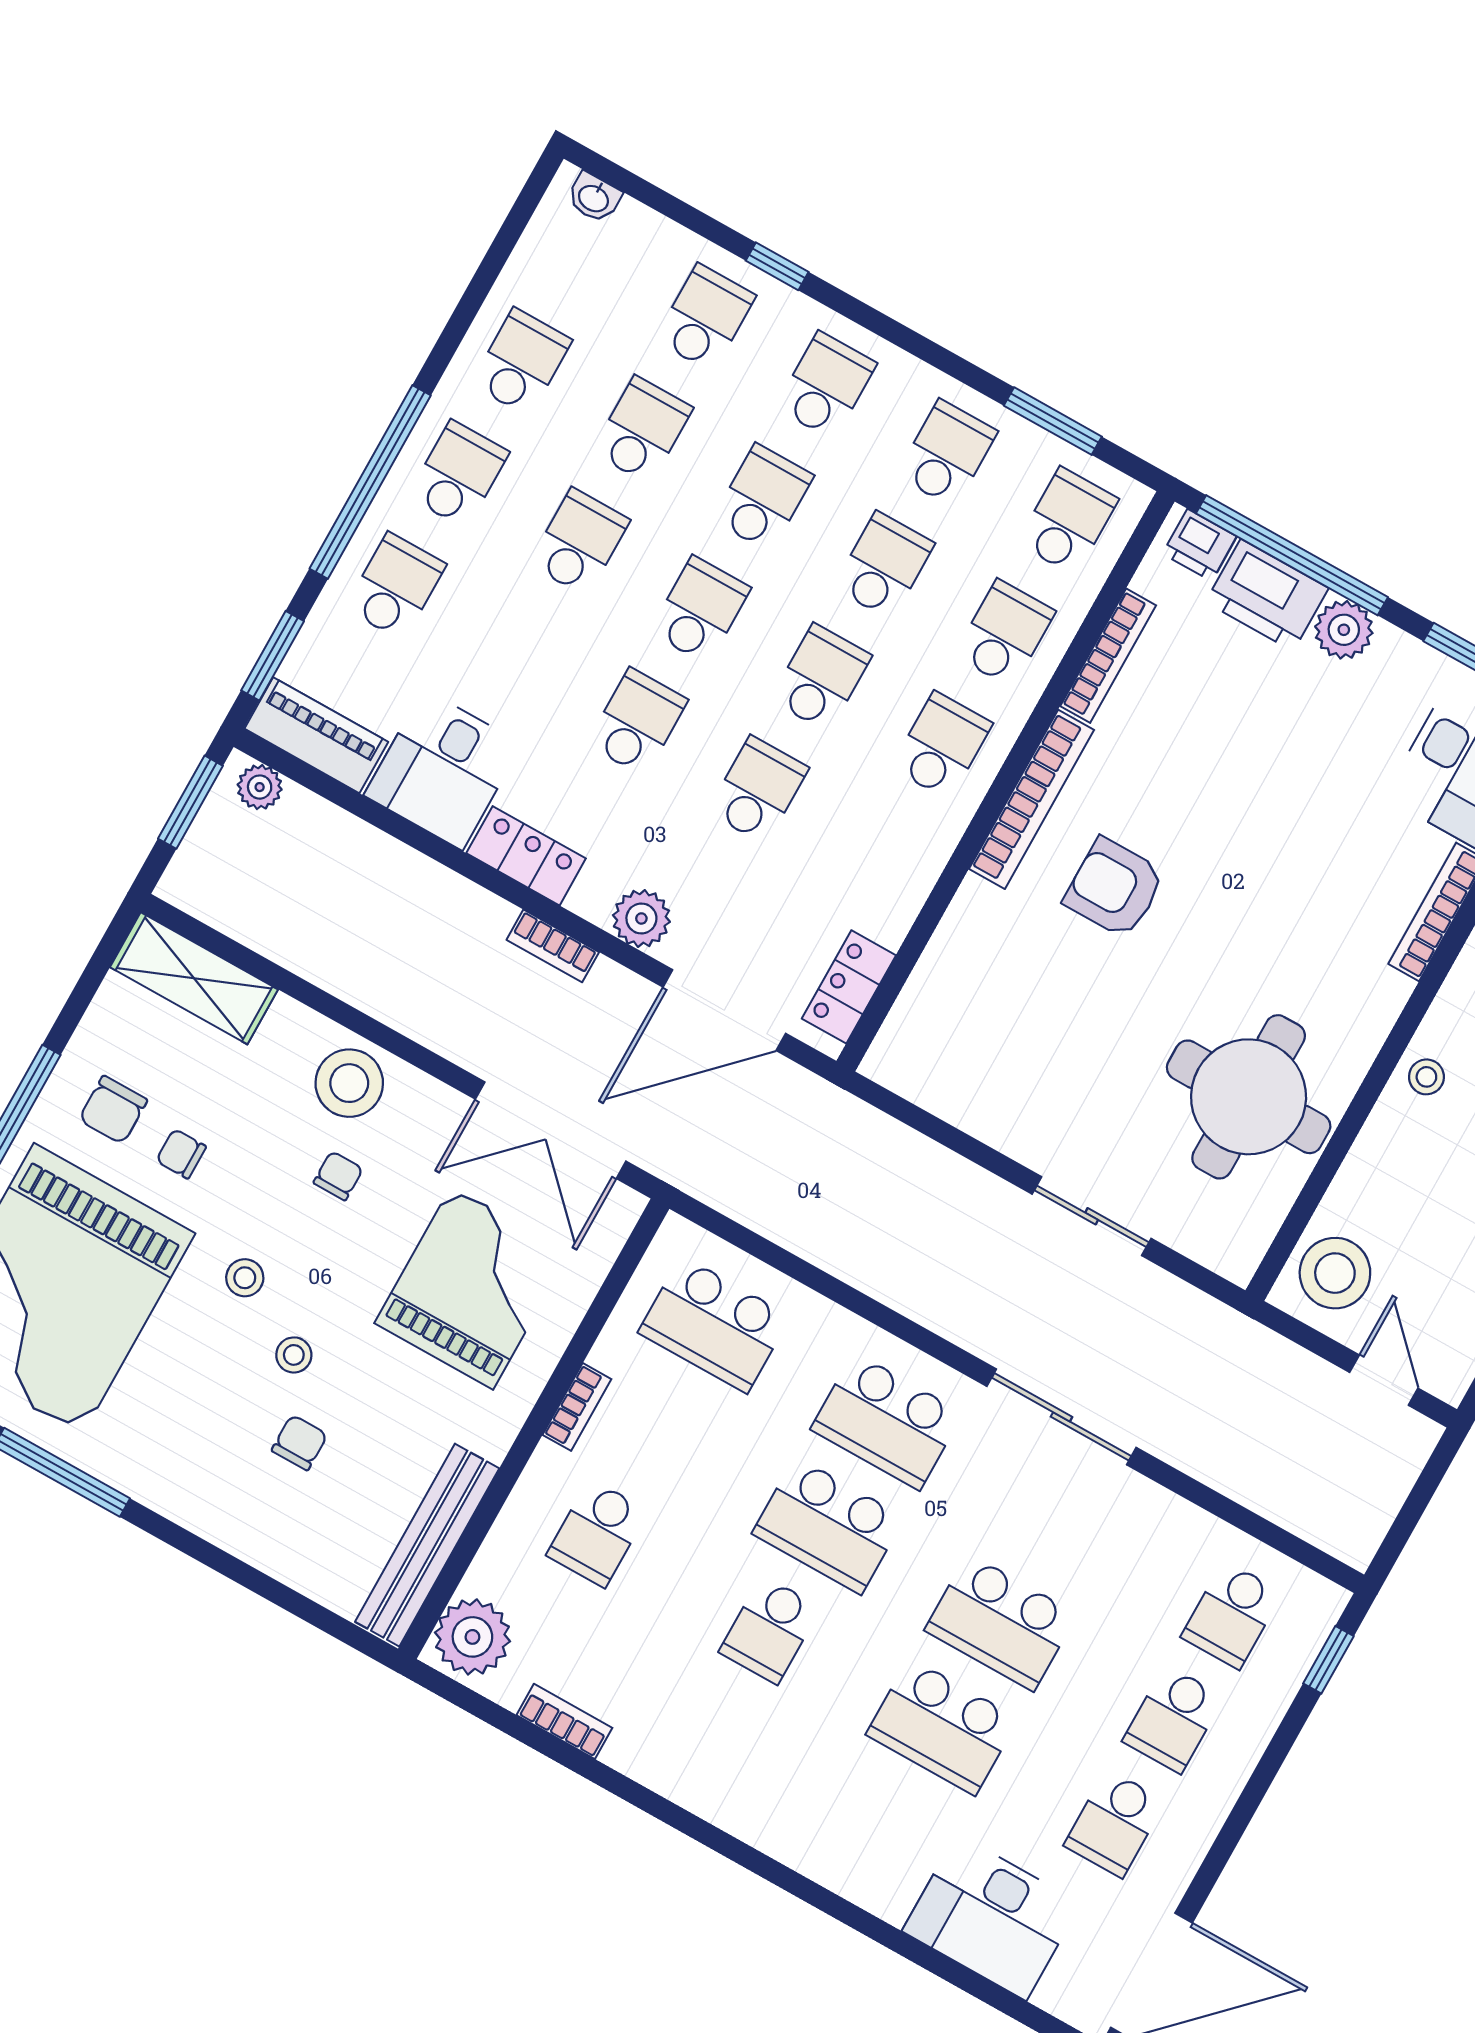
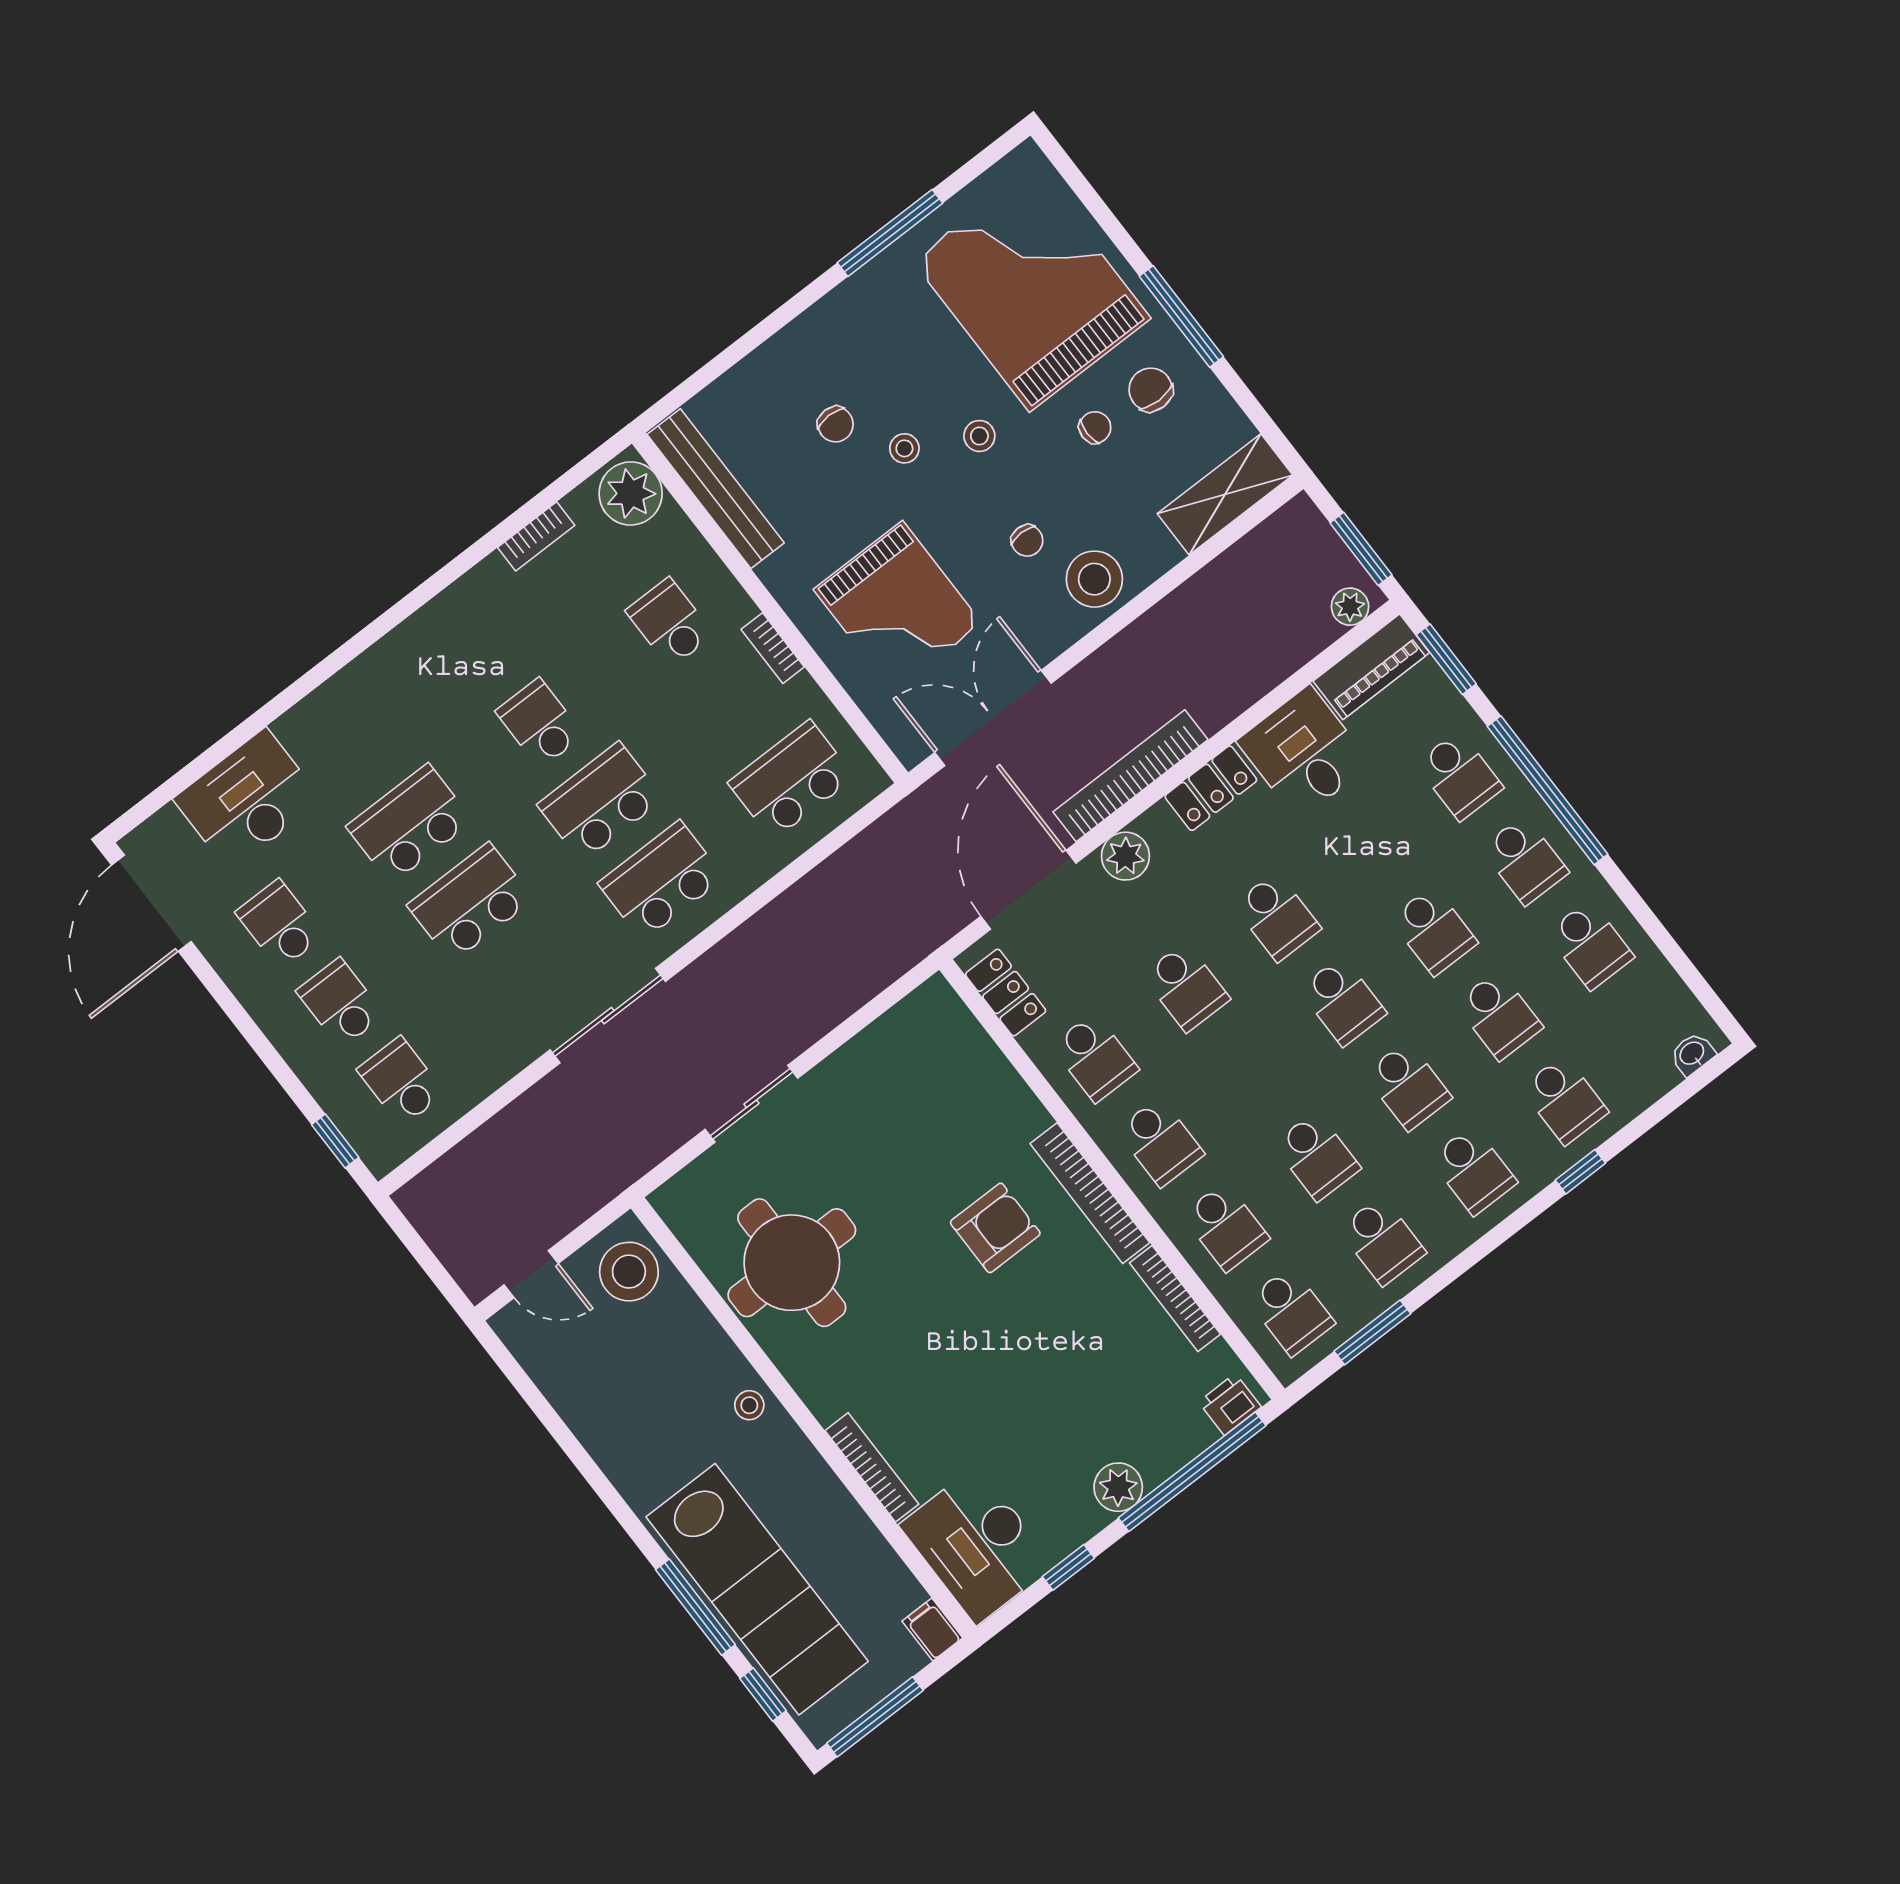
printer: (1267, 595) -> (1170, 1440), removed
school desk: (821, 678) -> (1095, 1058), moved
bookcase: (553, 946) -> (1130, 776), width x2.31, depth x1.31

